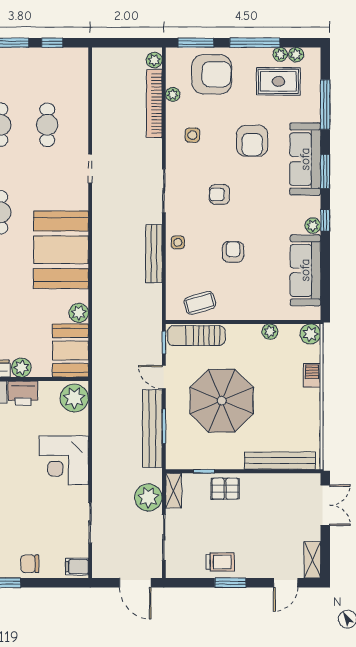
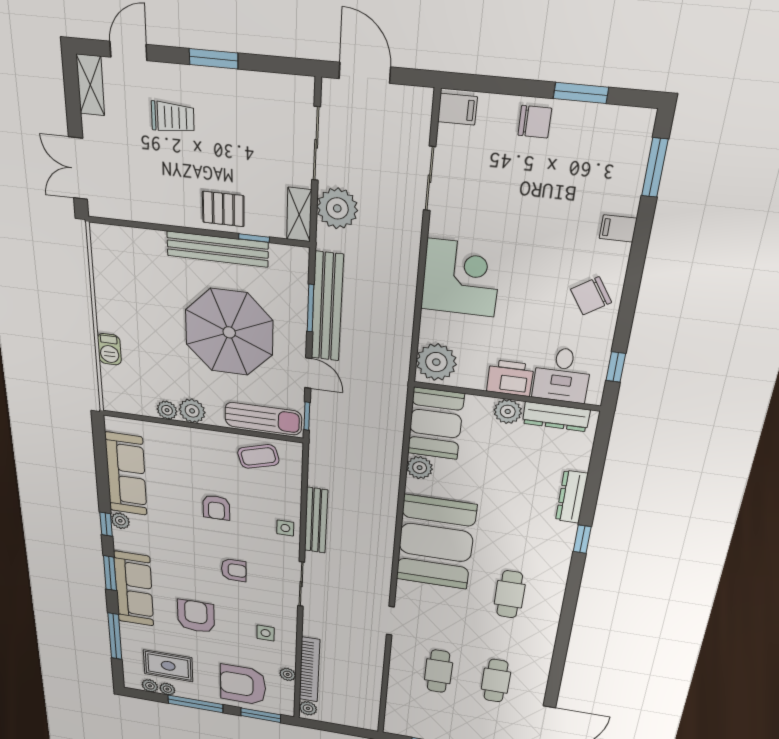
plant: (310, 334) -> (192, 411), moved
bench: (280, 461) -> (217, 249), moved
trolley: (220, 562) -> (173, 117), moved, turned 180

